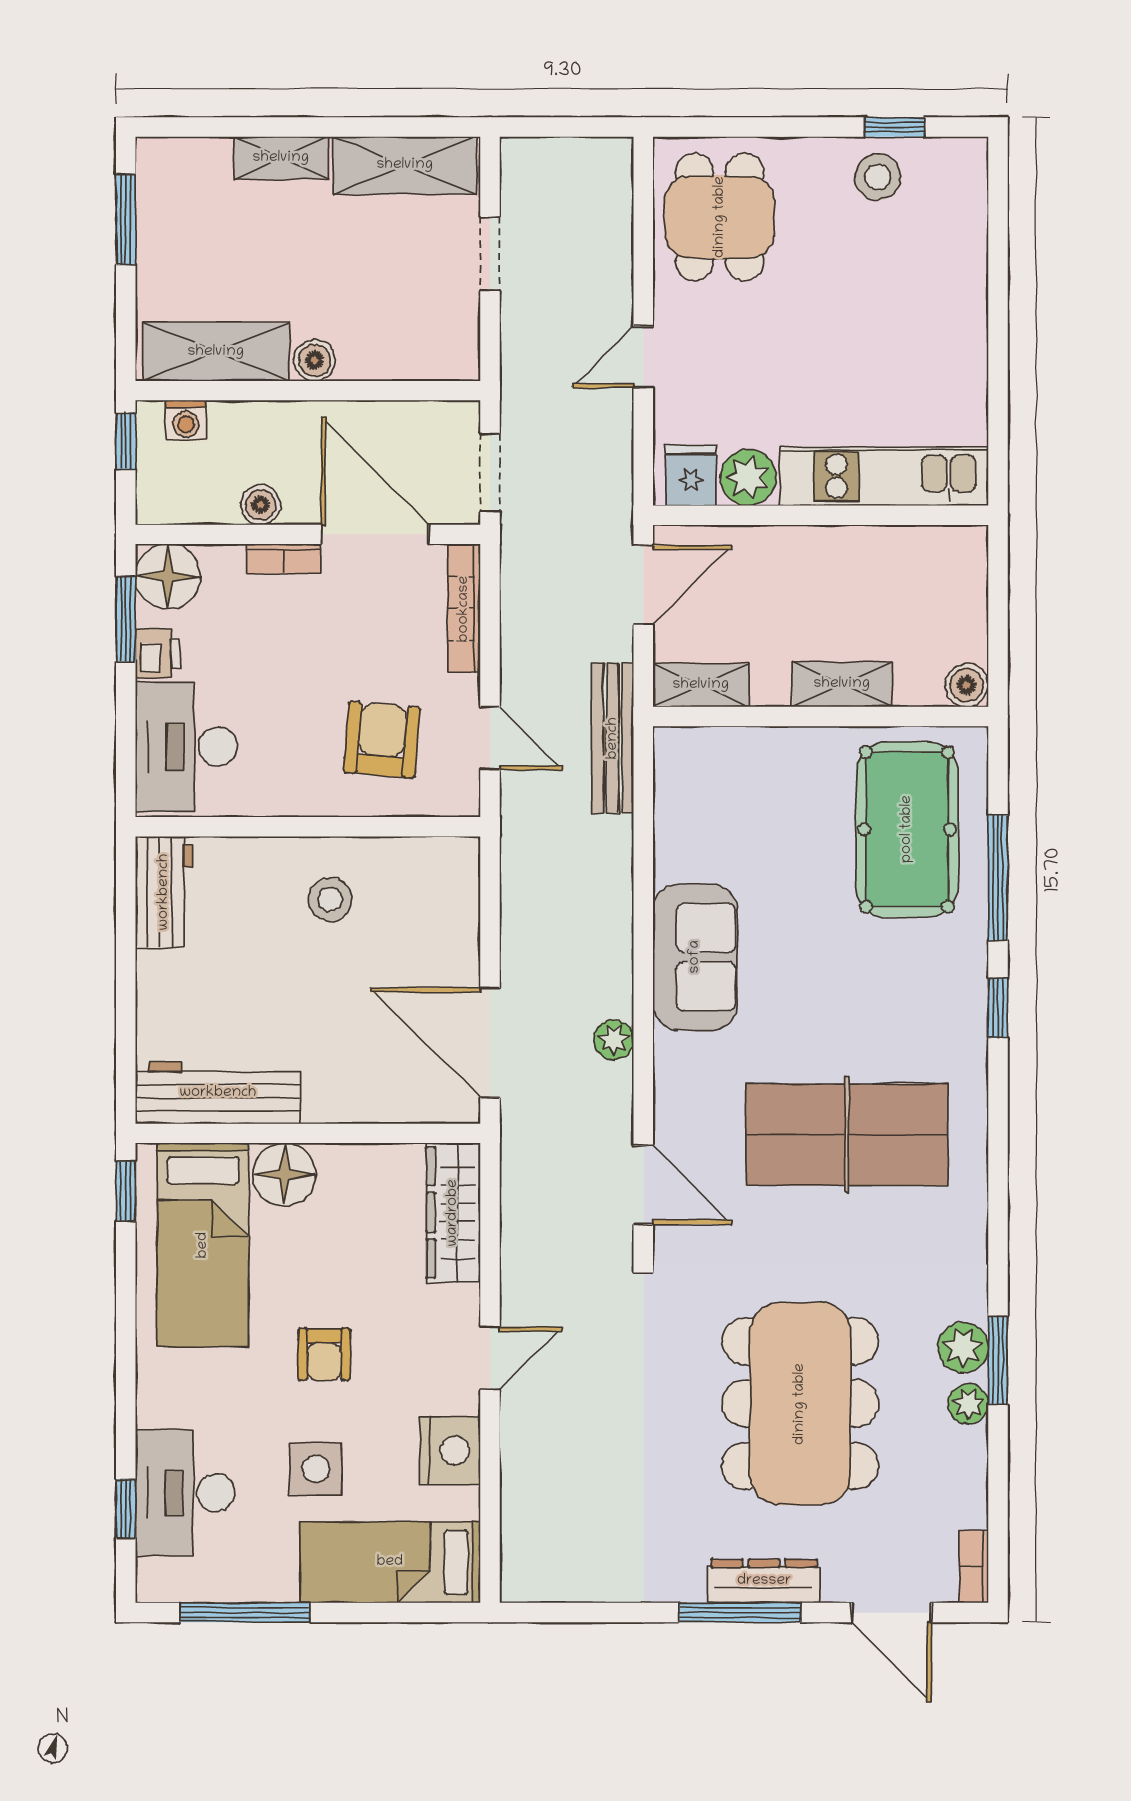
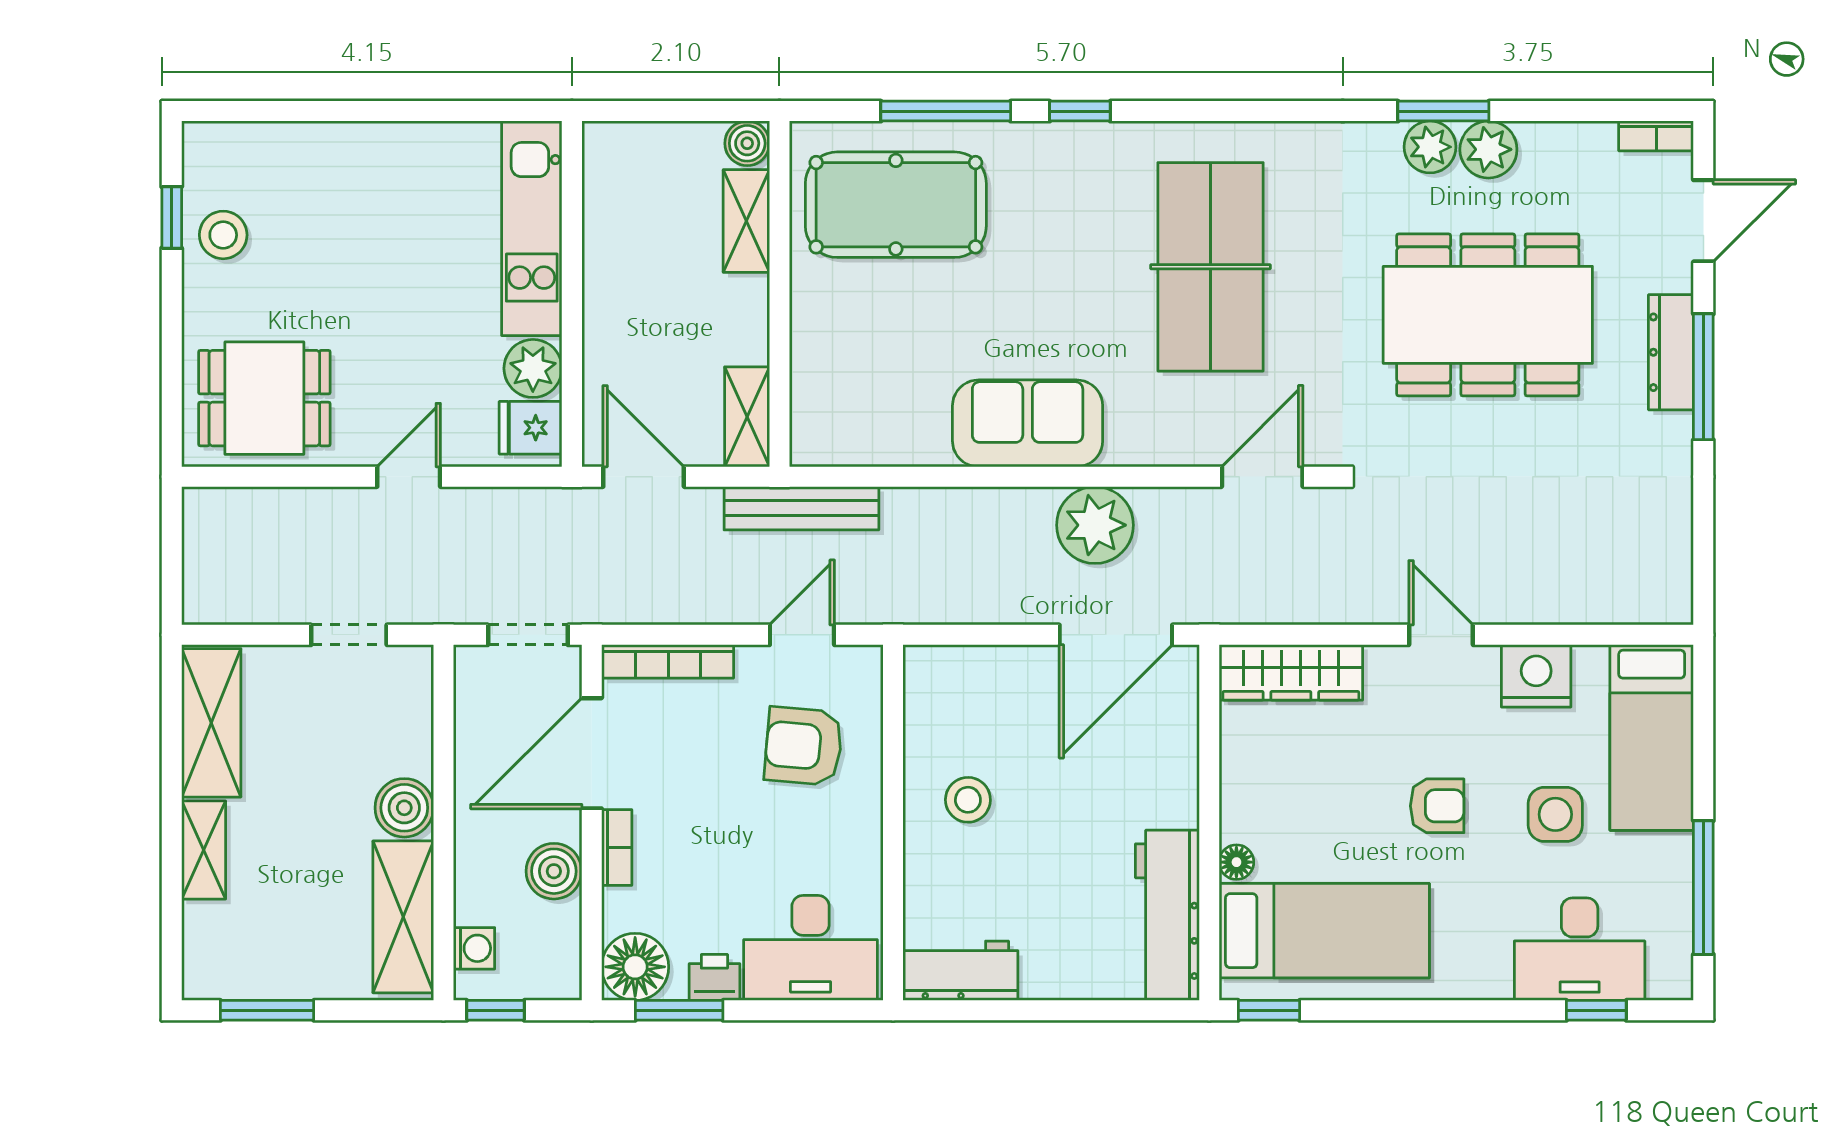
doorway: (490, 254) -> (349, 635), moved
door: (643, 357) -> (409, 477), swing flipped
boiler: (315, 360) -> (404, 808), width x1.36, depth x1.36
boiler: (261, 505) -> (554, 871), width x1.36, depth x1.36
shelving: (842, 684) -> (746, 221), moved
plant: (614, 1040) -> (1095, 525), width x1.88, depth x1.88
floor lamp: (284, 1175) -> (1236, 862), width x0.53, depth x0.53
plant: (968, 1404) -> (1488, 149), width x1.38, depth x1.38

